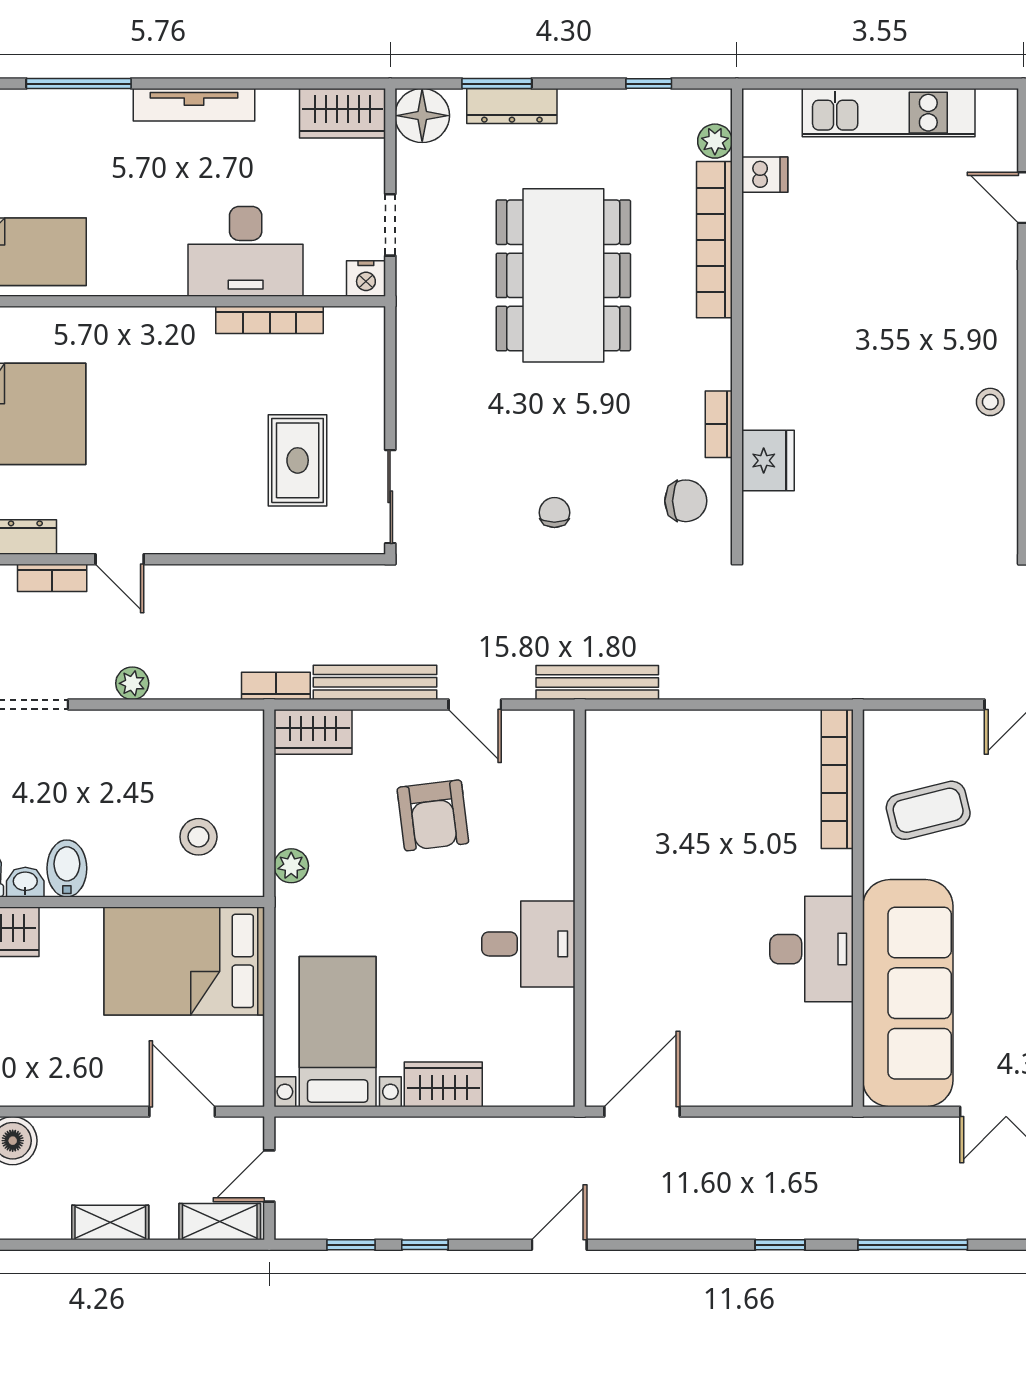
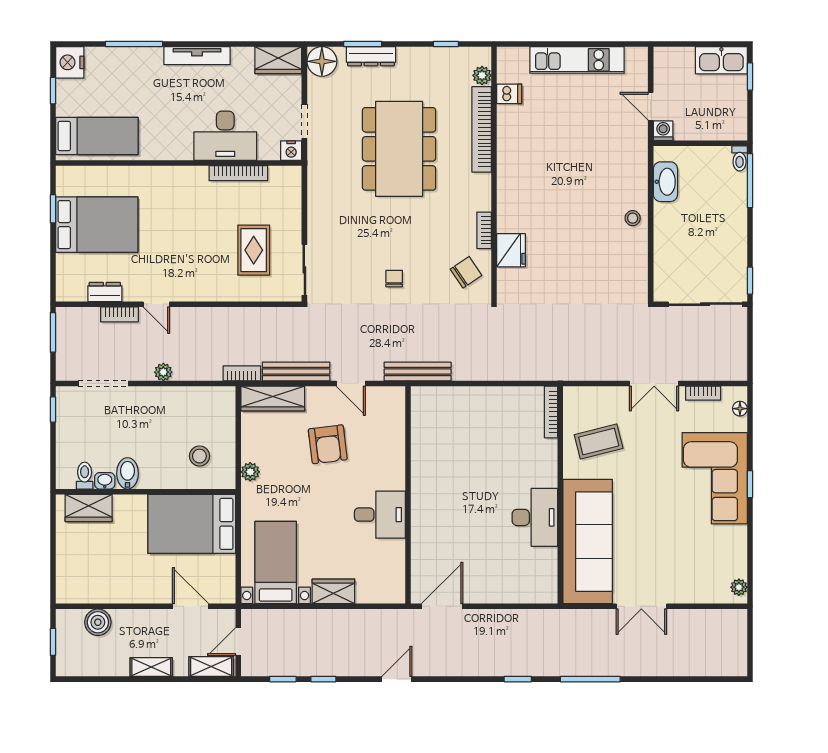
chair: (686, 501) -> (466, 272), turned -34
wardrobe: (313, 732) -> (273, 399), width x1.50
bookcase: (837, 779) -> (551, 412), width x0.68, depth x0.76

